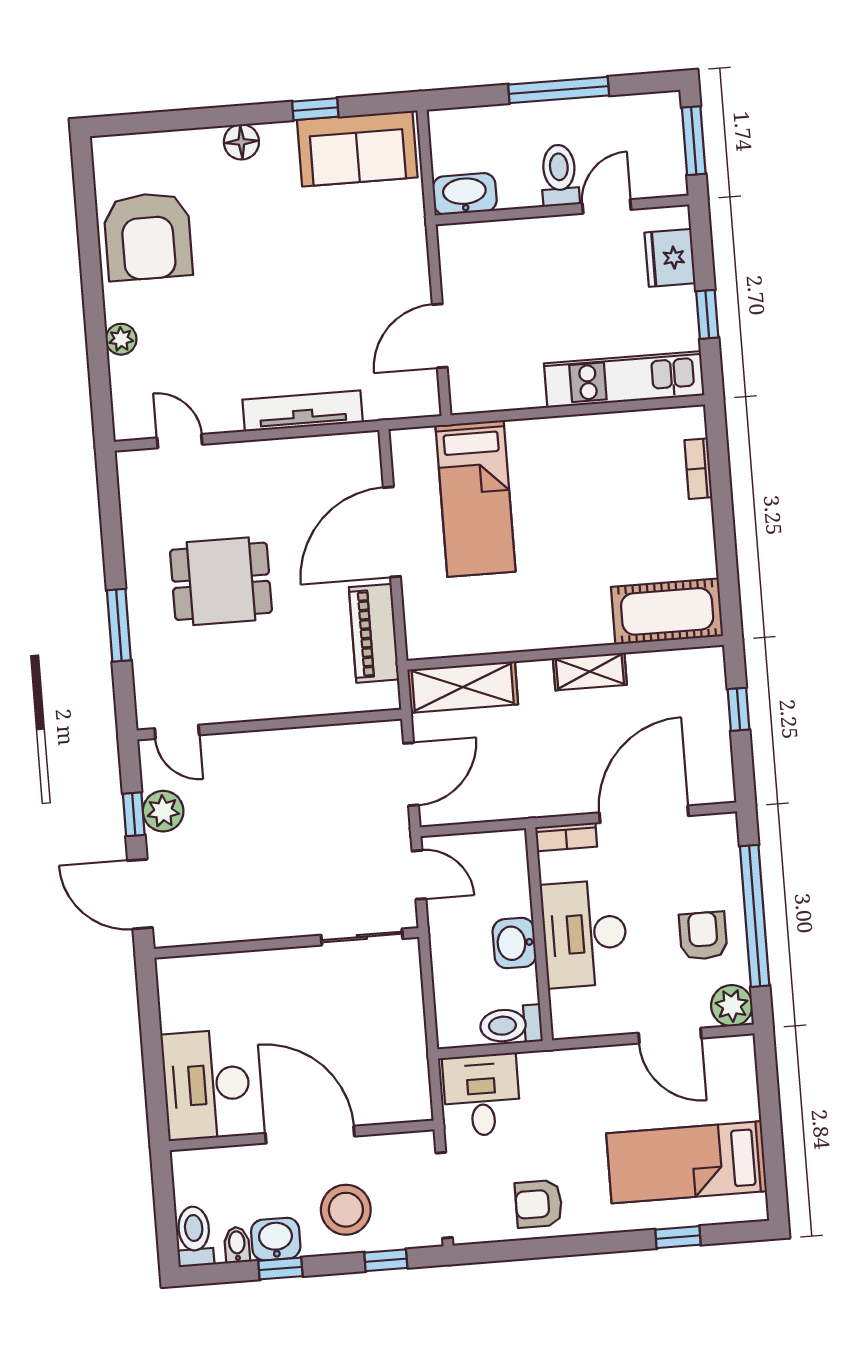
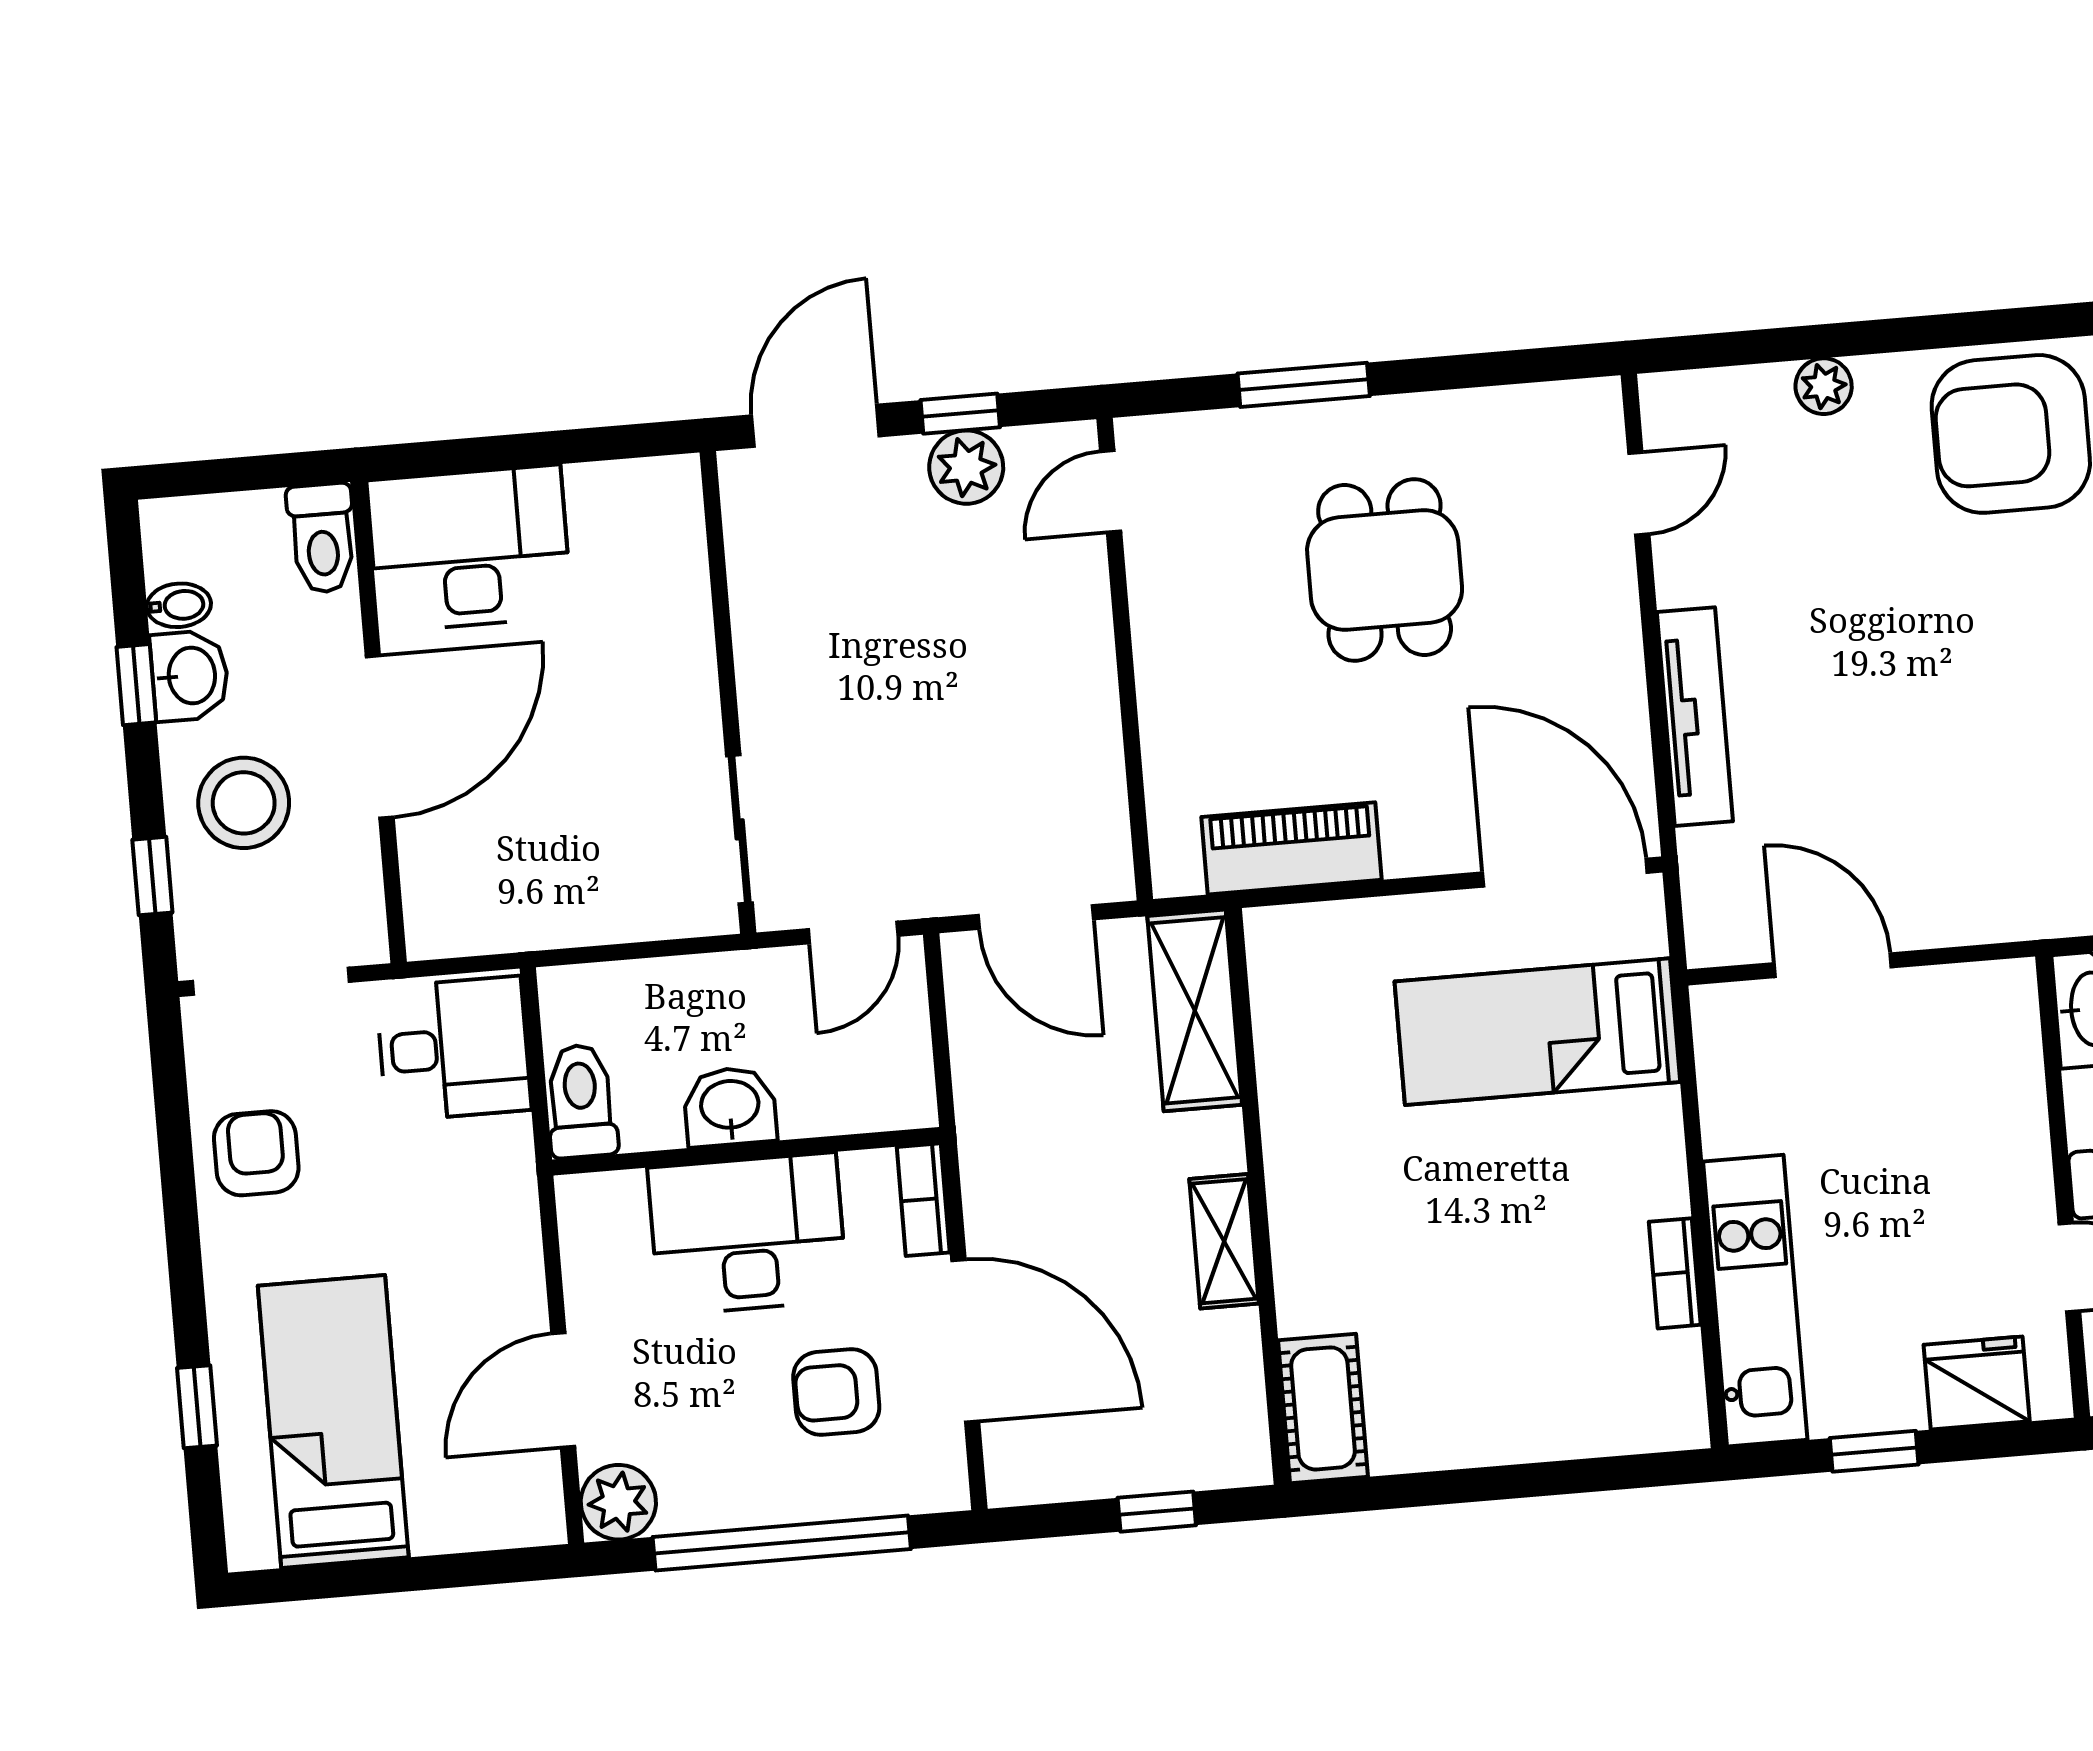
bookcase: (698, 469) -> (1675, 1273), moved, turned -90
door: (392, 532) -> (1565, 873), moved
cot: (667, 611) -> (1323, 1408), width x0.73, depth x0.75
armchair: (703, 936) -> (836, 1392), moved, turned 180
toilet: (194, 1236) -> (322, 538), moved, turned 90

